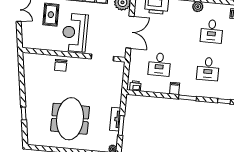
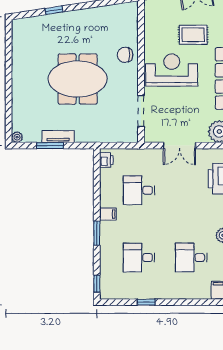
double door: (130, 32) -> (180, 146), width x0.73
meeting table: (70, 119) -> (78, 79), moved

